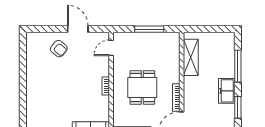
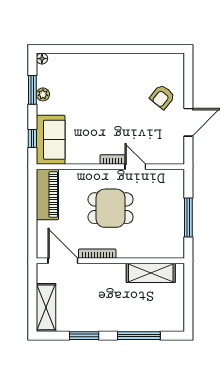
door: (111, 48) -> (135, 167), moved
freezer: (227, 91) -> (106, 321), removed

